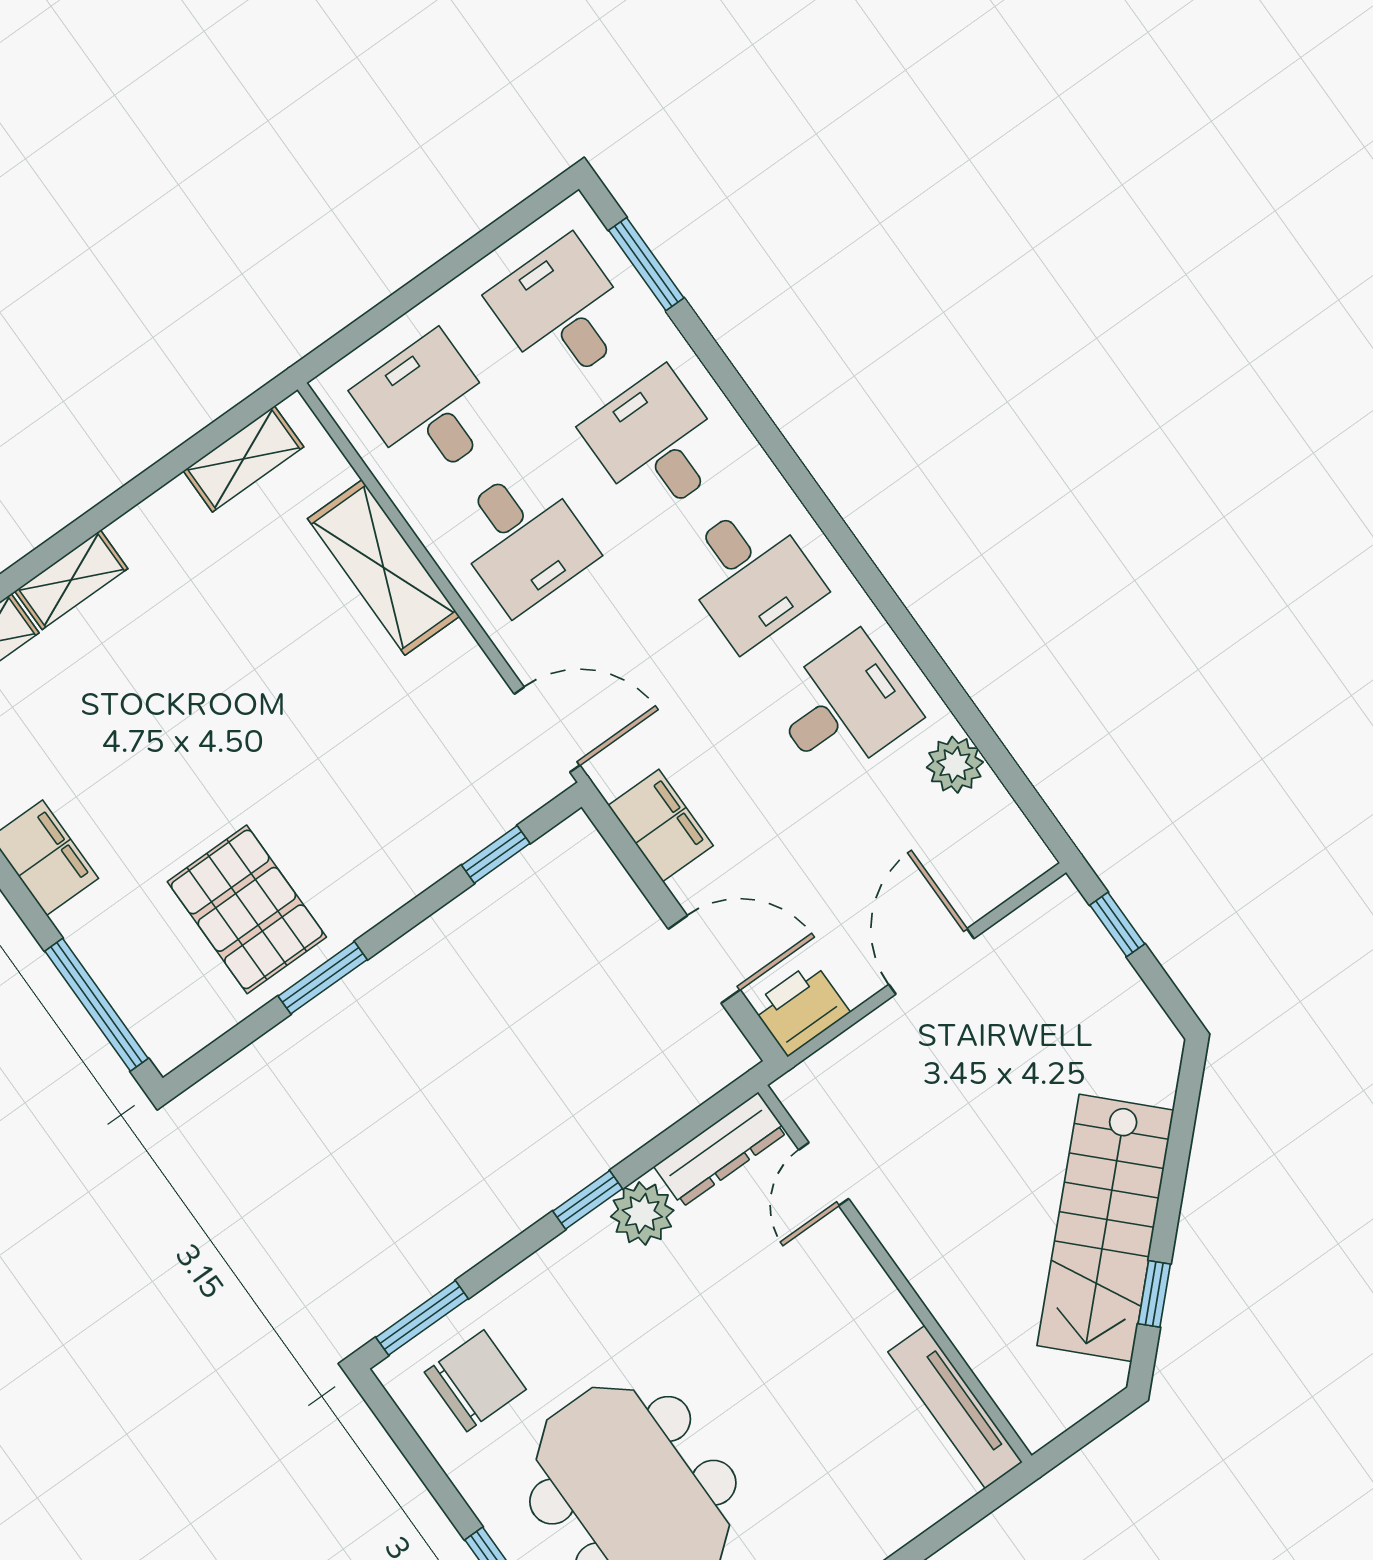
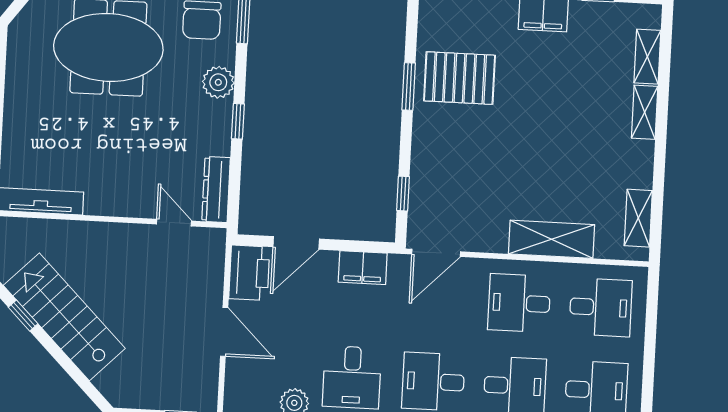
printer: (800, 1009) -> (249, 273), width x1.37, depth x1.19
plant: (642, 1213) -> (218, 82), moved

